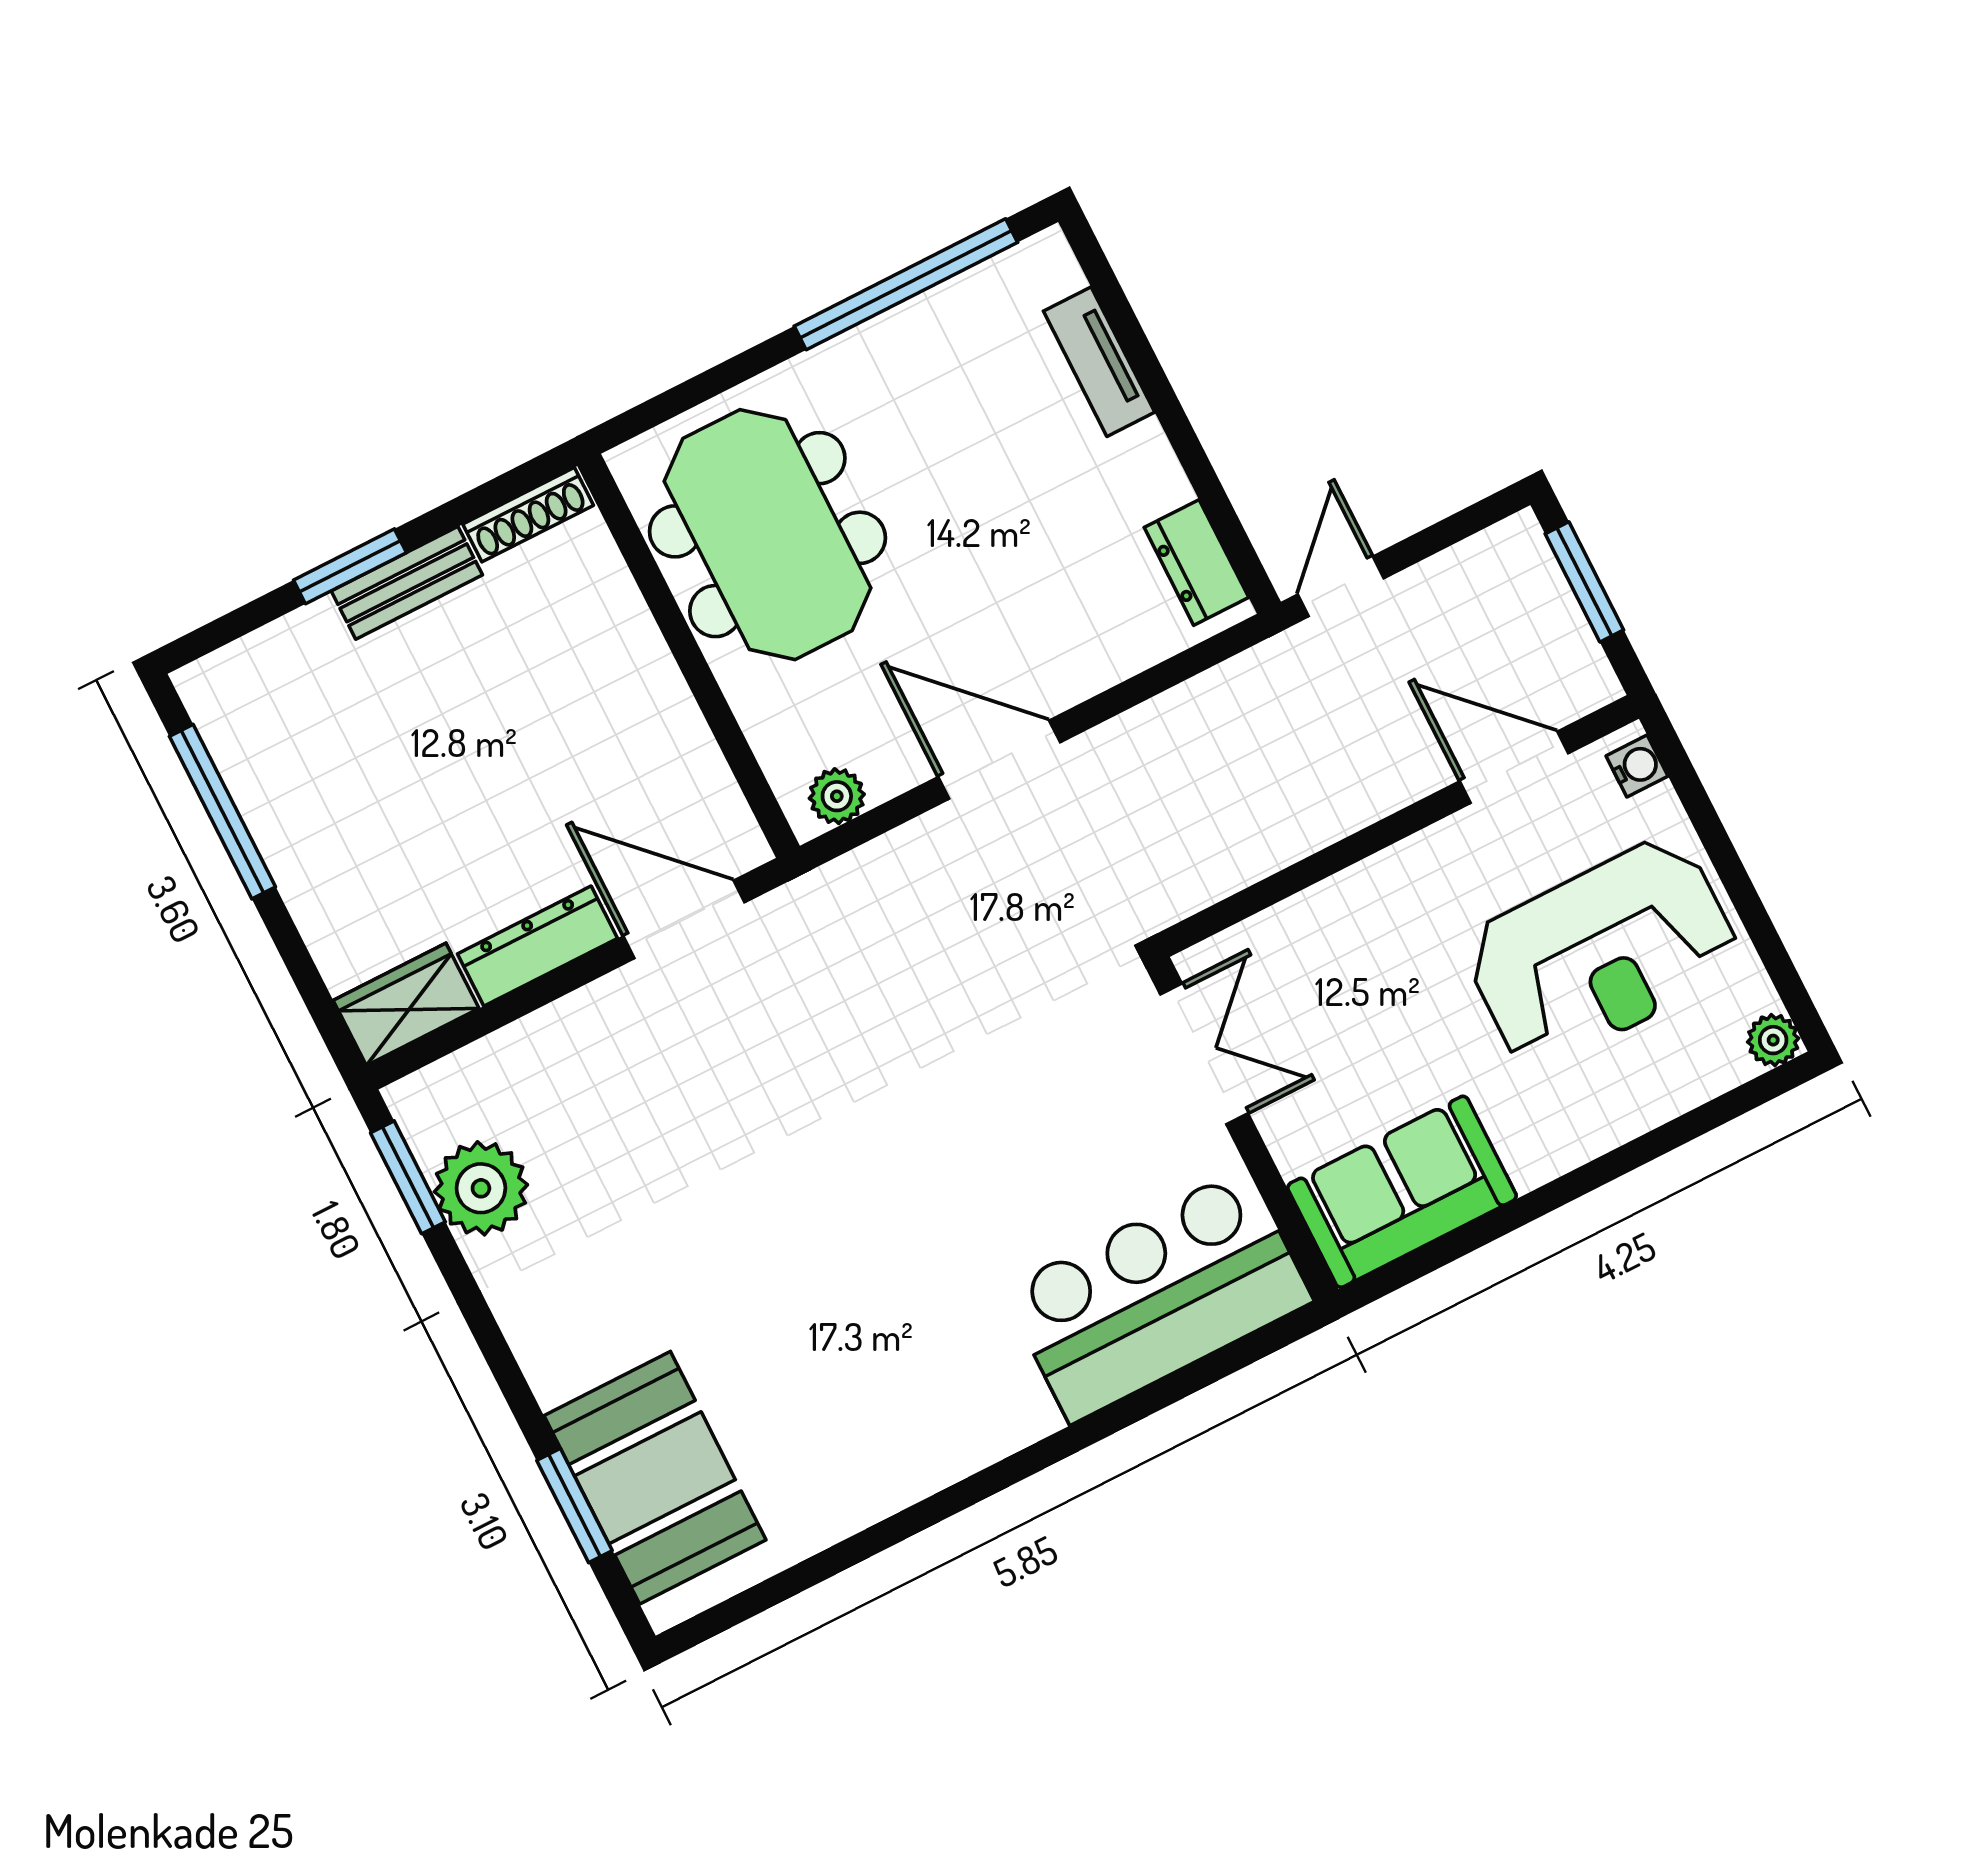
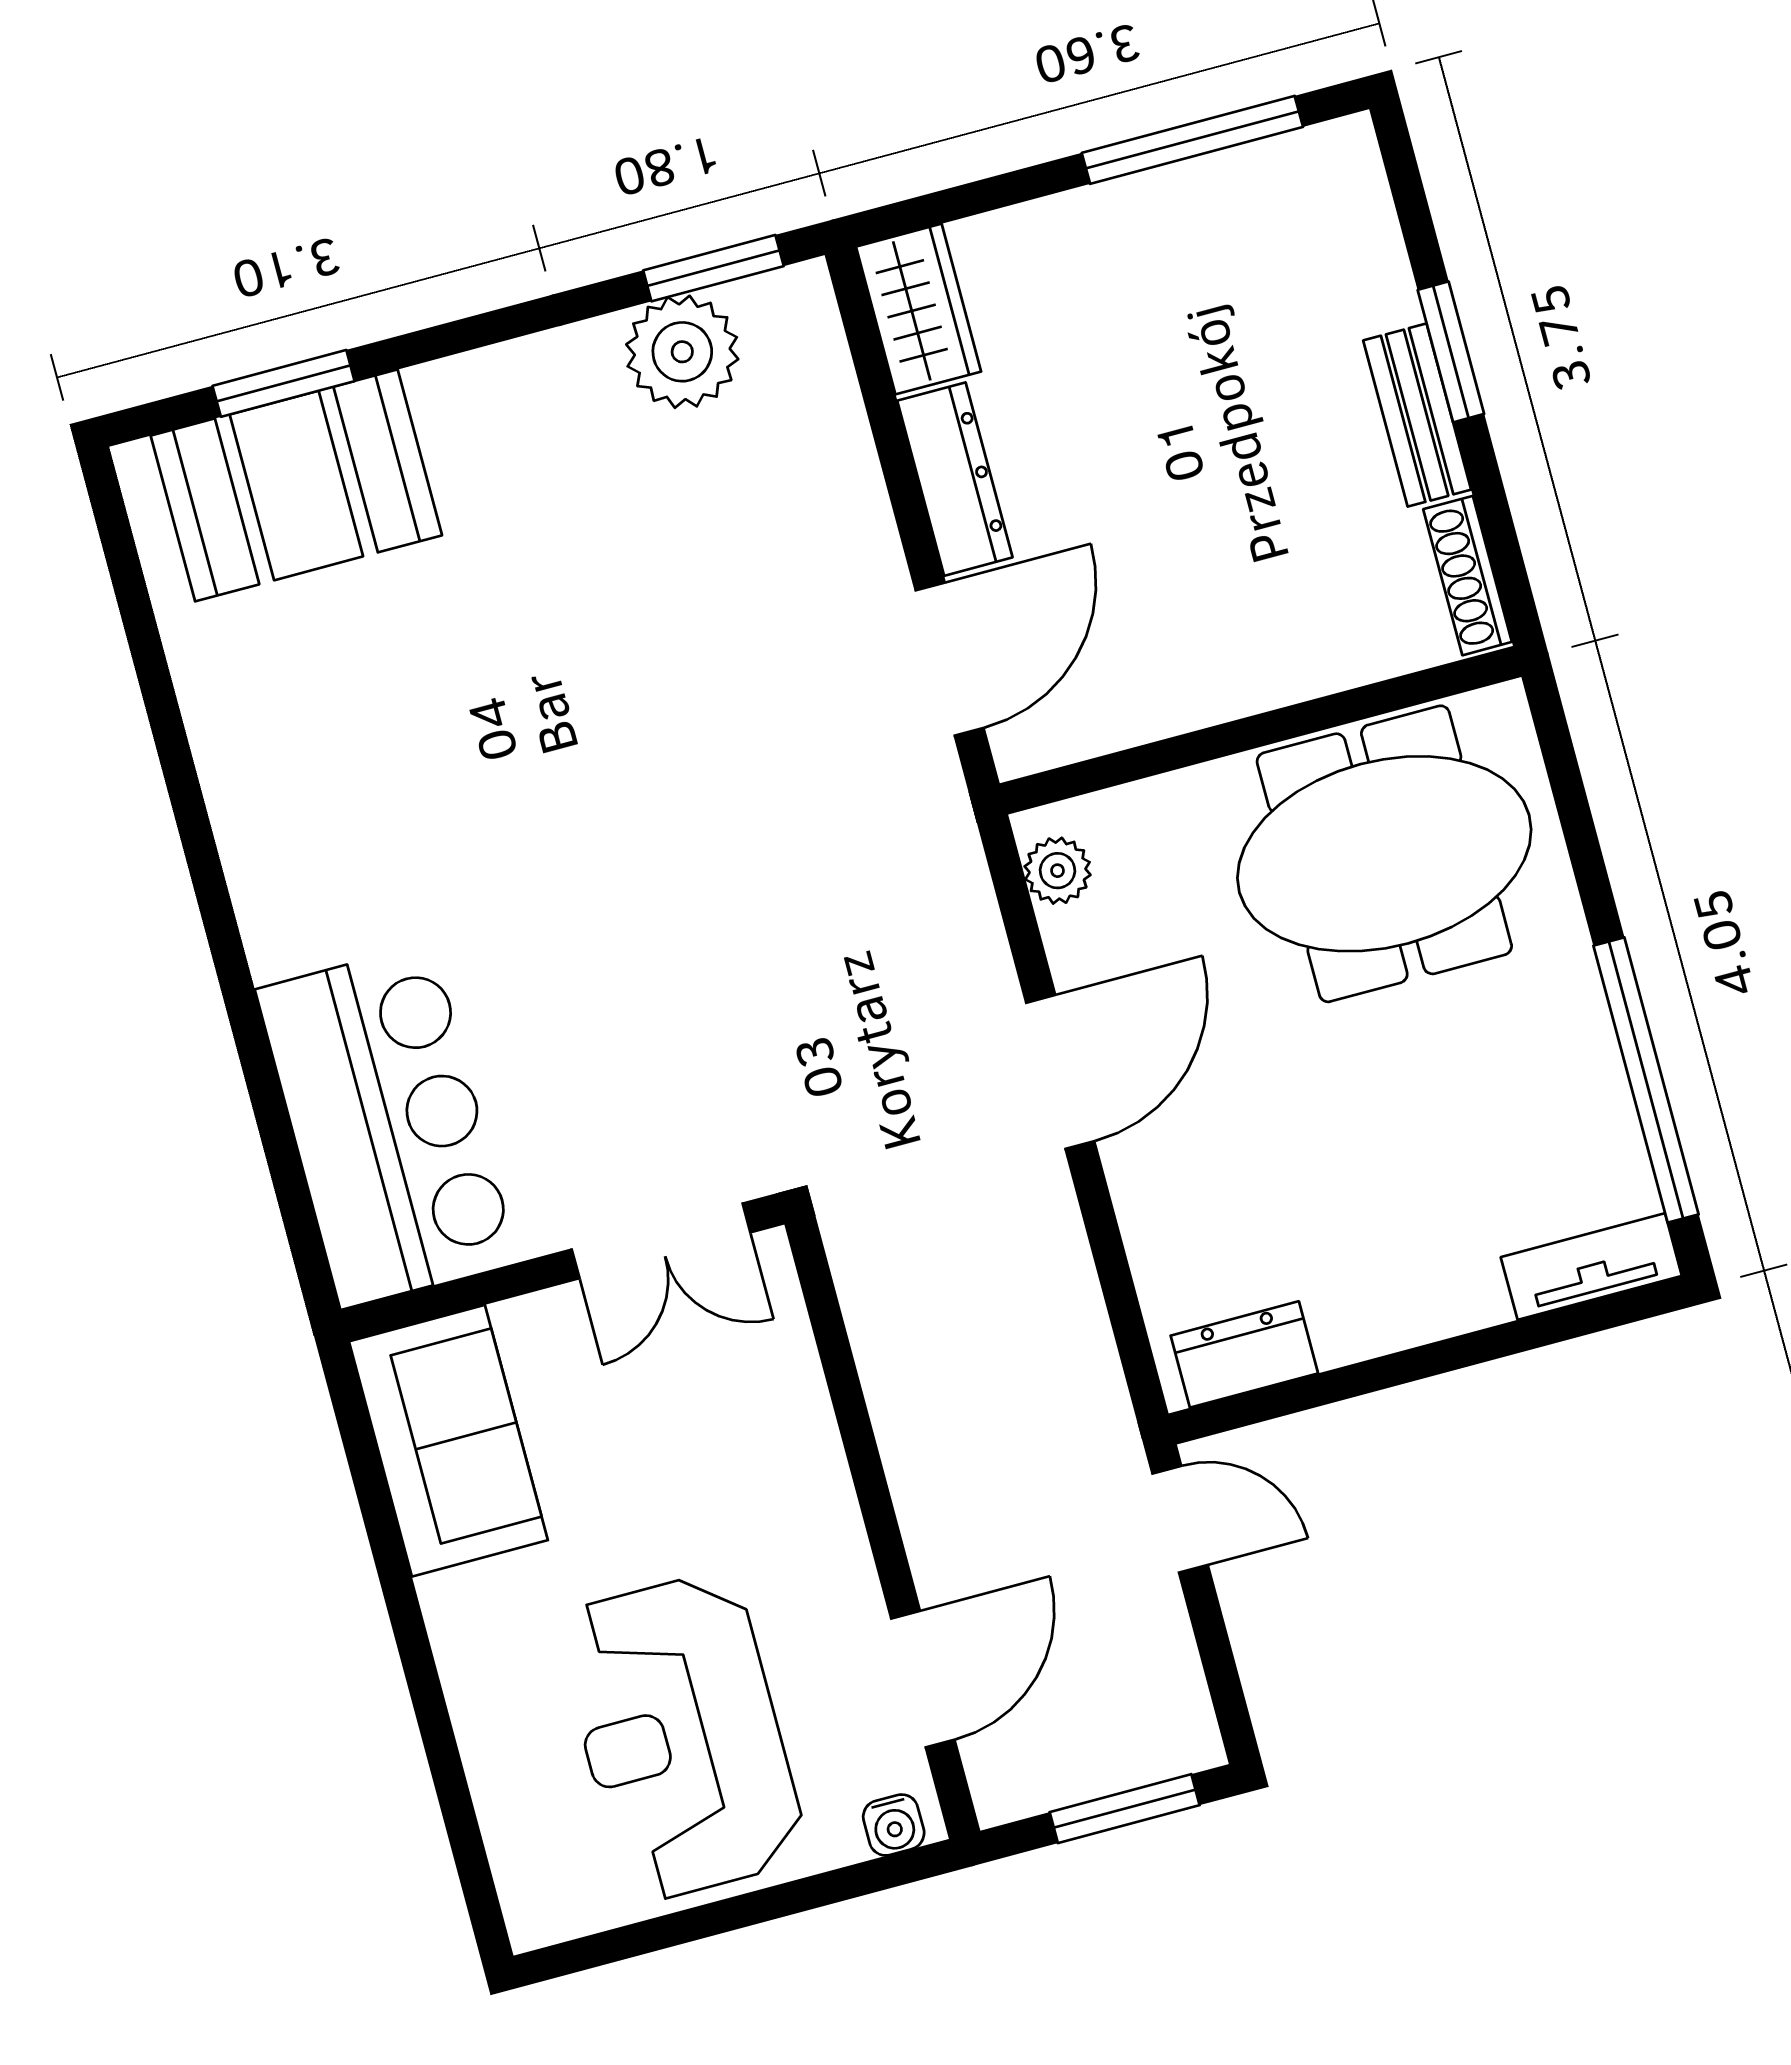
tv unit: (1099, 362) -> (1591, 1267), moved
plant: (1773, 1040) -> (535, 1918), removed

